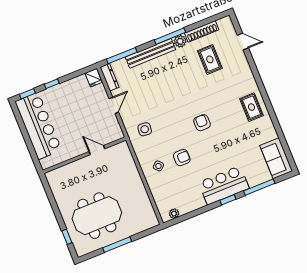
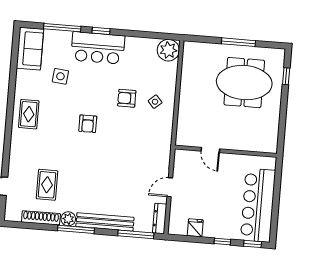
fridge: (94, 78) -> (195, 228), moved
side table: (145, 129) -> (60, 76), moved
plant: (174, 214) -> (168, 50), width x1.88, depth x1.88

